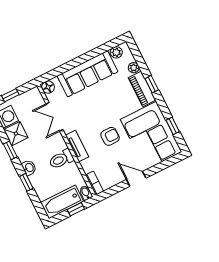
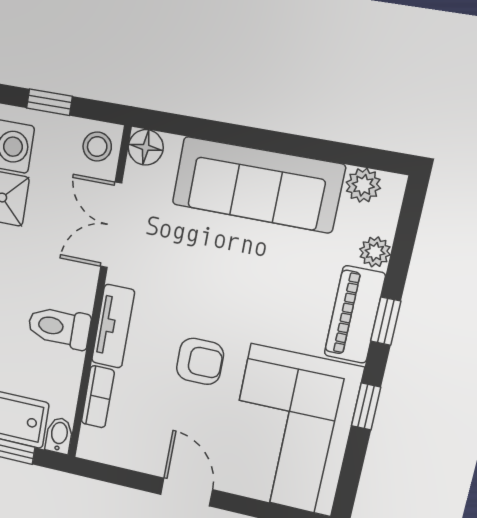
stool: (34, 97) -> (97, 147), added
window: (173, 126) -> (366, 406), moved
bookcase: (95, 183) -> (98, 397), moved

